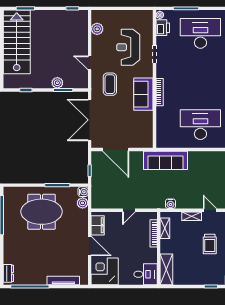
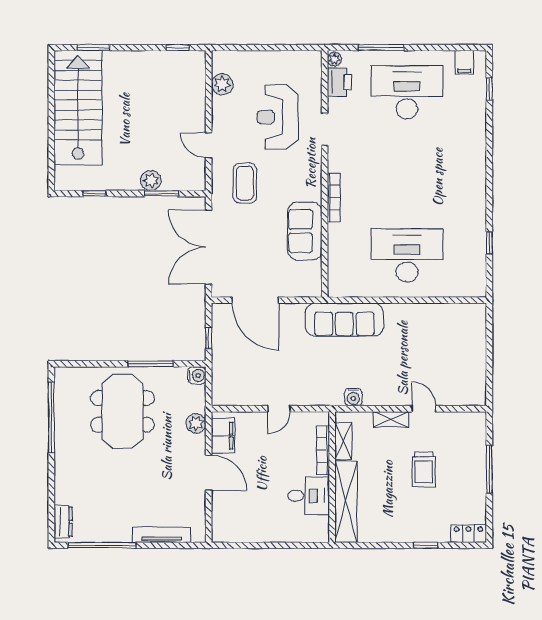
sofa: (143, 94) -> (305, 231), moved
plant: (83, 203) -> (196, 423), moved
meeting table: (41, 212) -> (122, 411), turned 90
shelving: (166, 269) -> (346, 502), width x1.47
corner desk: (105, 271) -> (236, 518), removed
desk: (146, 274) -> (309, 496), moved

